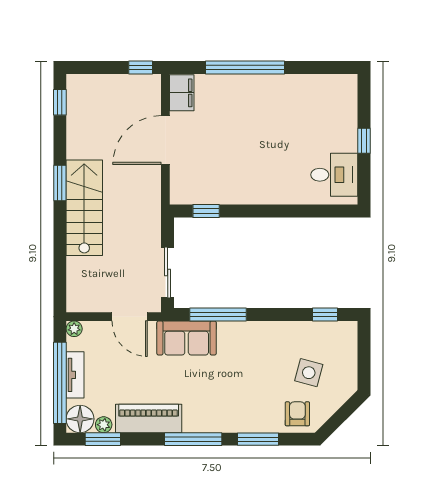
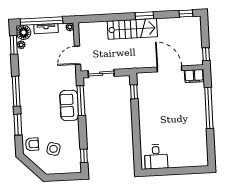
window: (364, 141) -> (174, 171), removed
sofa: (187, 338) -> (69, 105), moved
piano: (149, 418) -> (26, 68), removed

